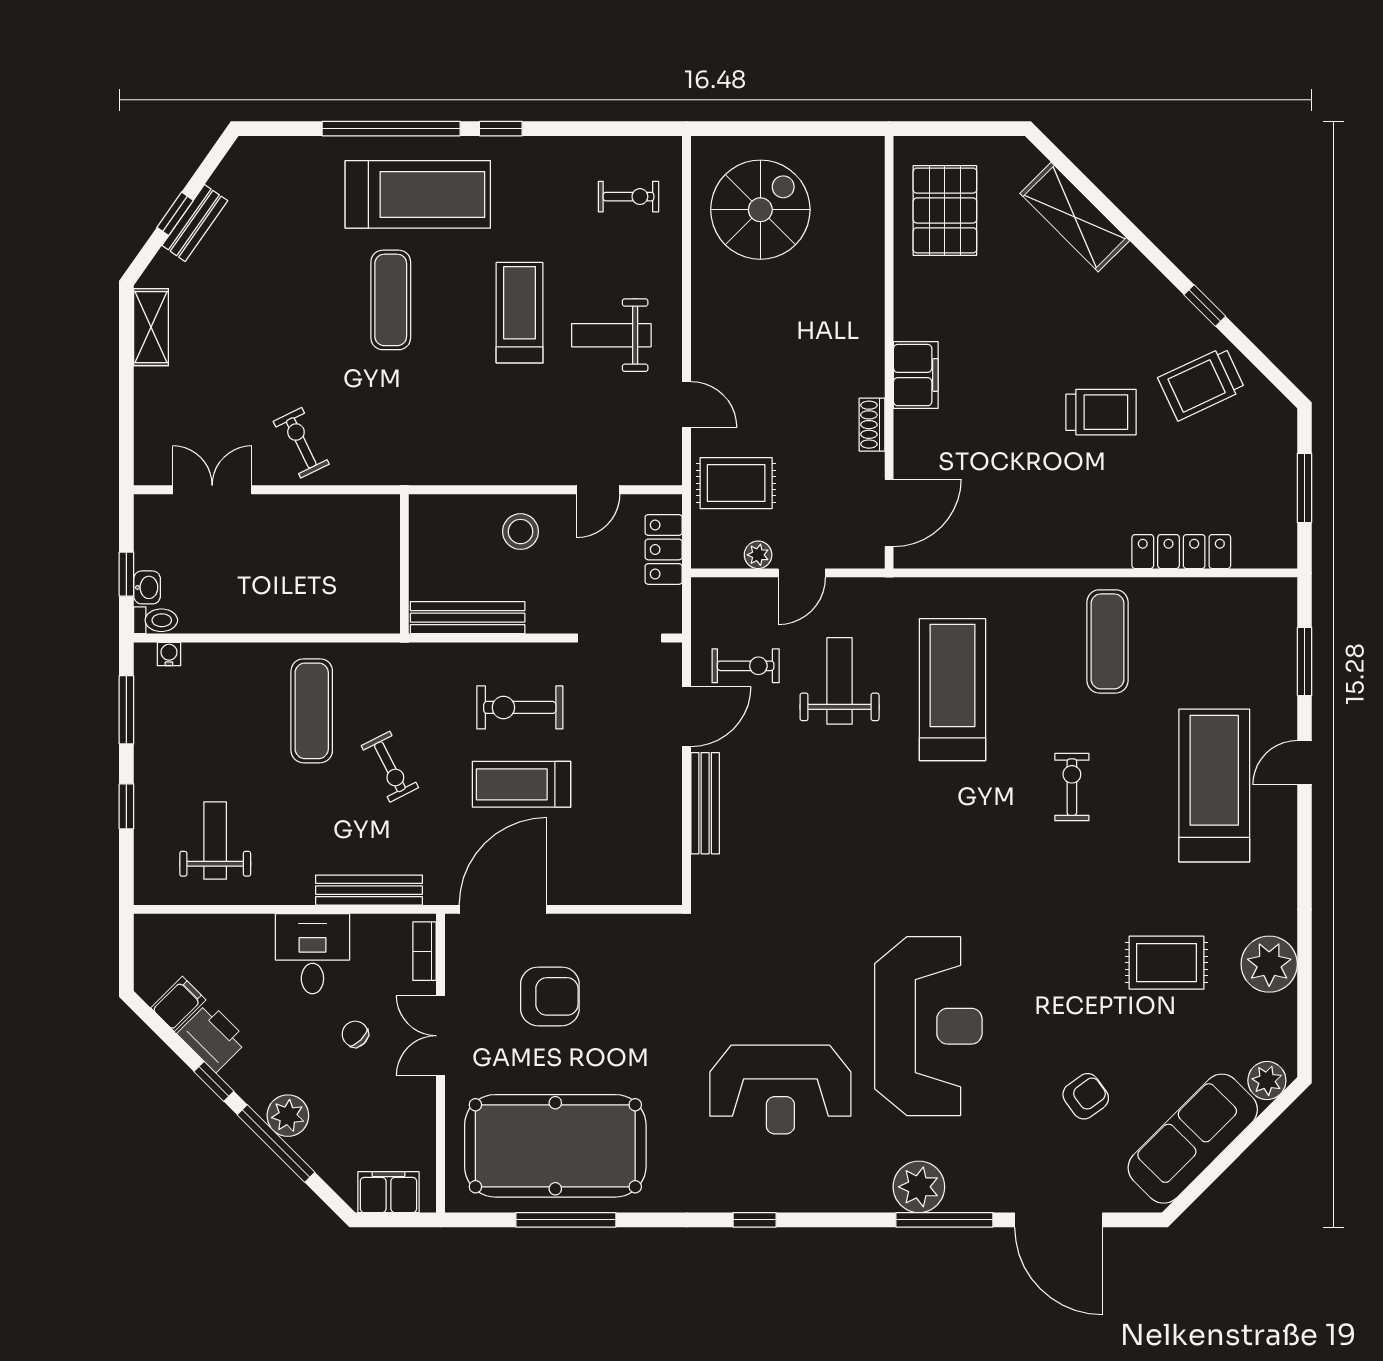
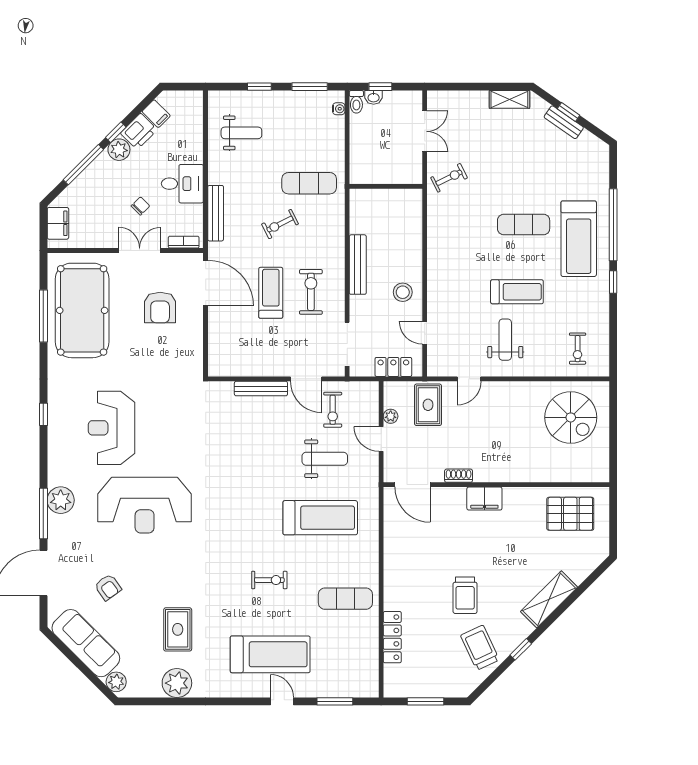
shelving: (1075, 217) -> (549, 599), moved
wall: (404, 564) -> (386, 186), moved
plant: (288, 1116) -> (119, 150), moved

